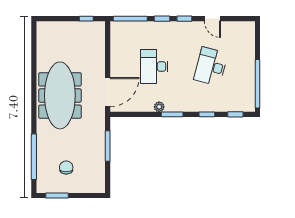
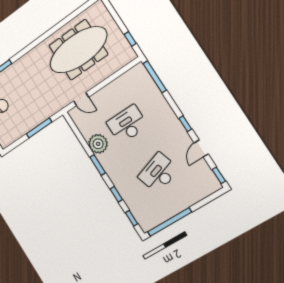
window: (162, 19) -> (219, 175), moved
desk: (211, 66) -> (158, 173), turned -33
door: (108, 92) -> (81, 99), width x0.53
meeting table: (60, 95) -> (78, 50), moved
plant: (159, 107) -> (98, 144), width x1.88, depth x1.88

